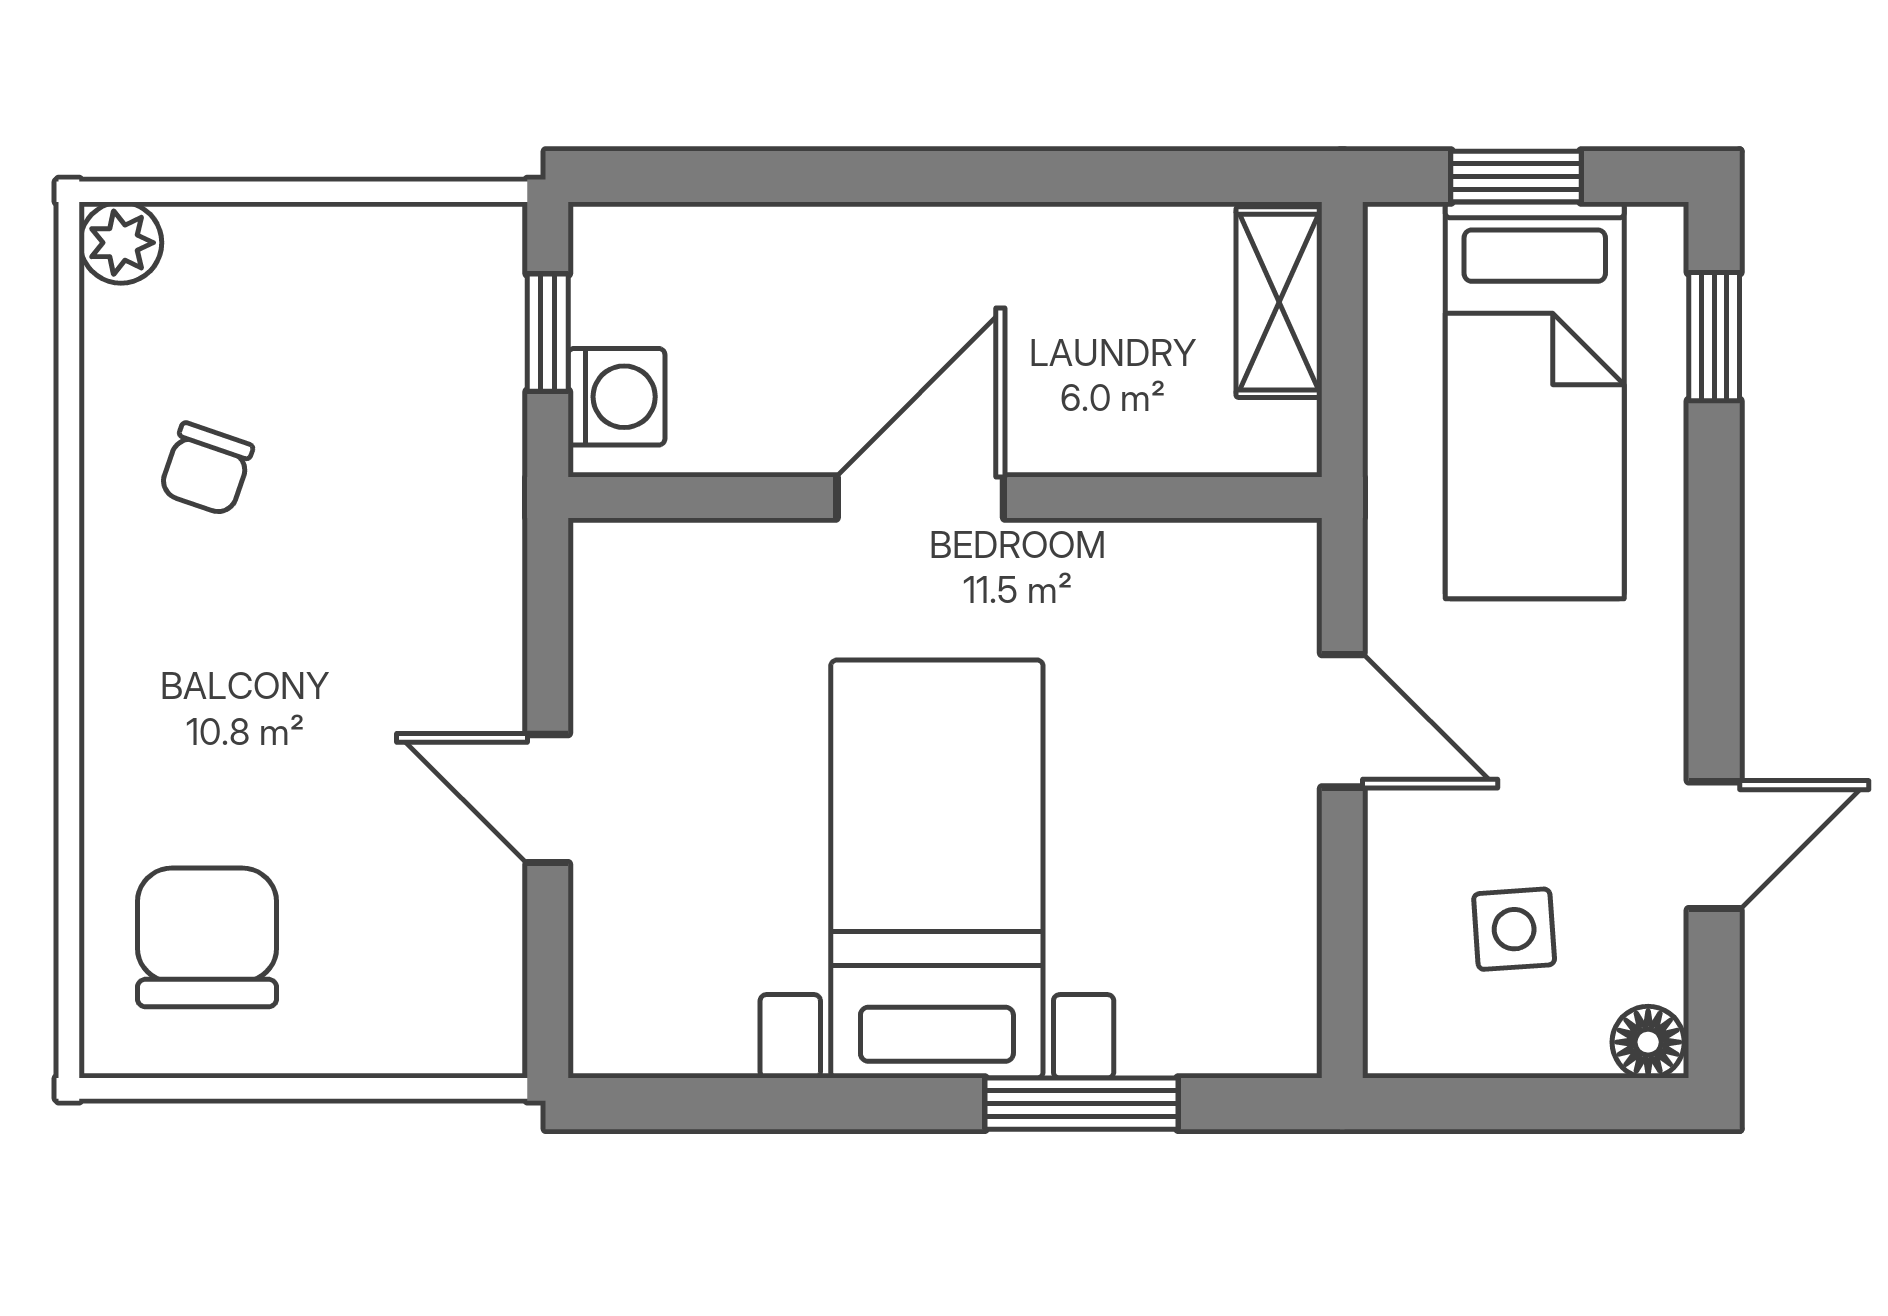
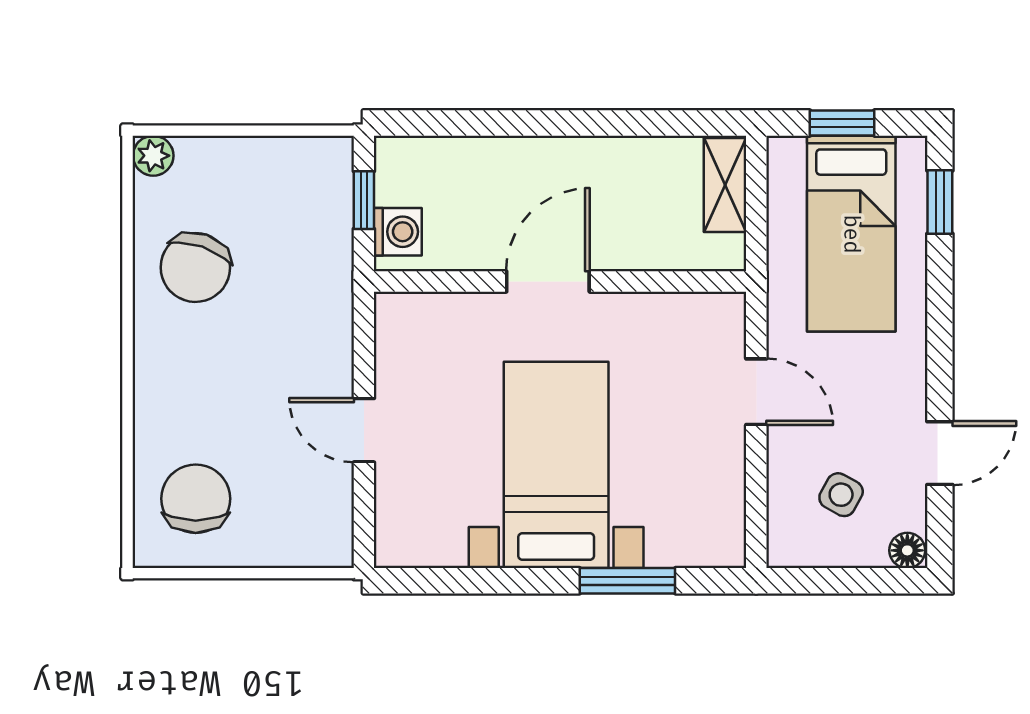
chair: (206, 469) -> (195, 267), width x1.87, depth x1.87
side table: (1514, 929) -> (841, 495), turned 33

